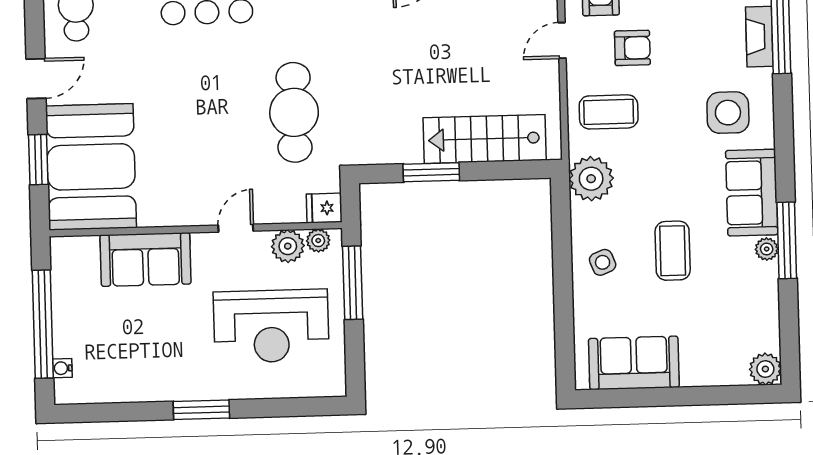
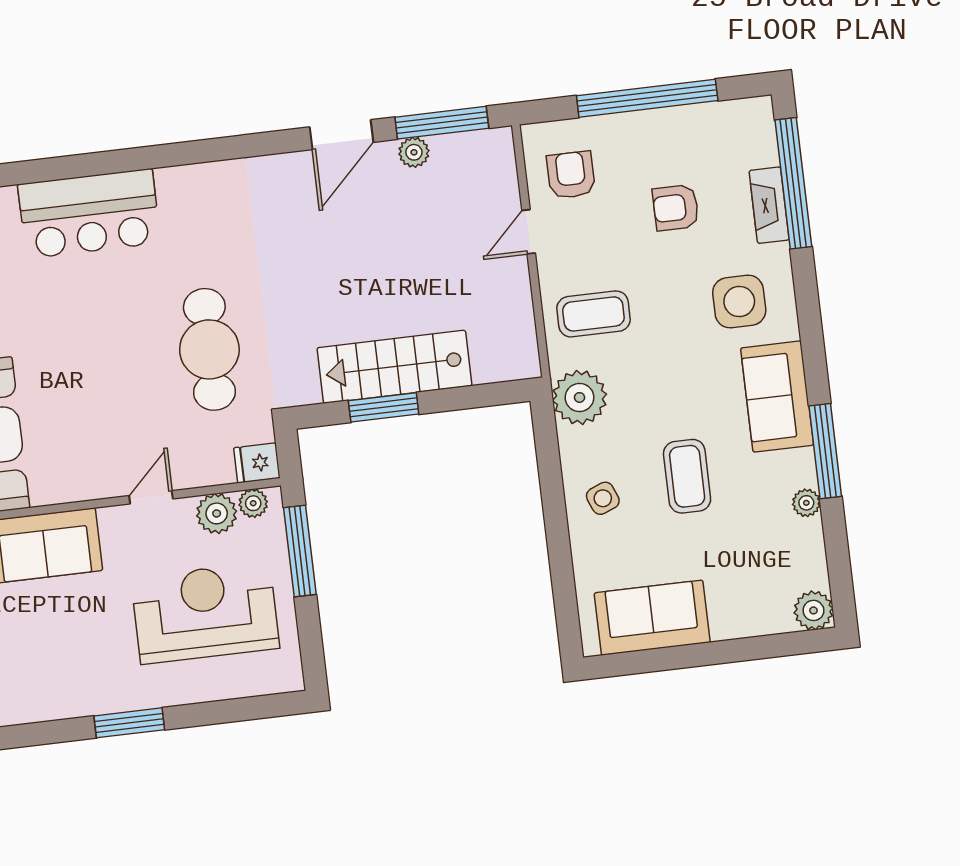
armchair: (632, 48) -> (676, 208), moved, turned 180
stairs: (485, 139) -> (394, 367), moved
plant: (767, 249) -> (806, 503), moved
reception desk: (271, 326) -> (205, 613), turned 180

